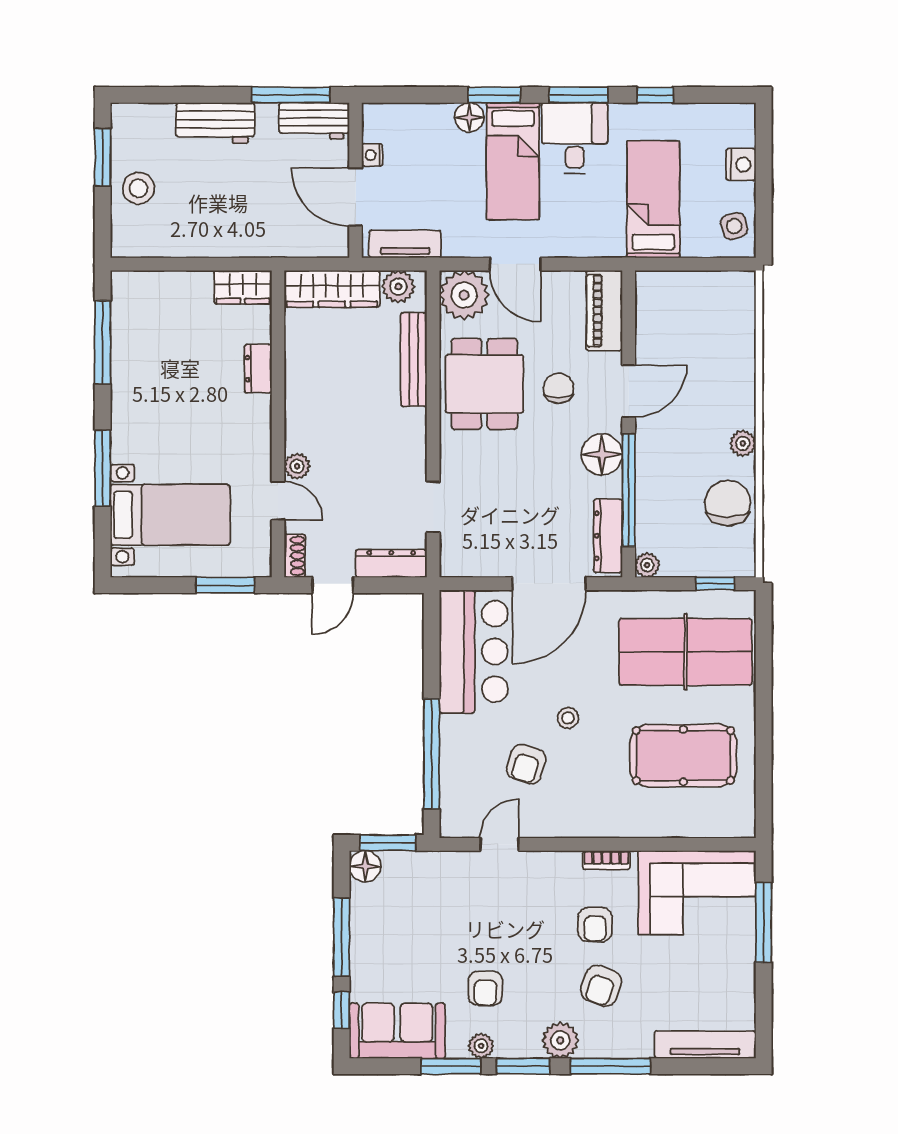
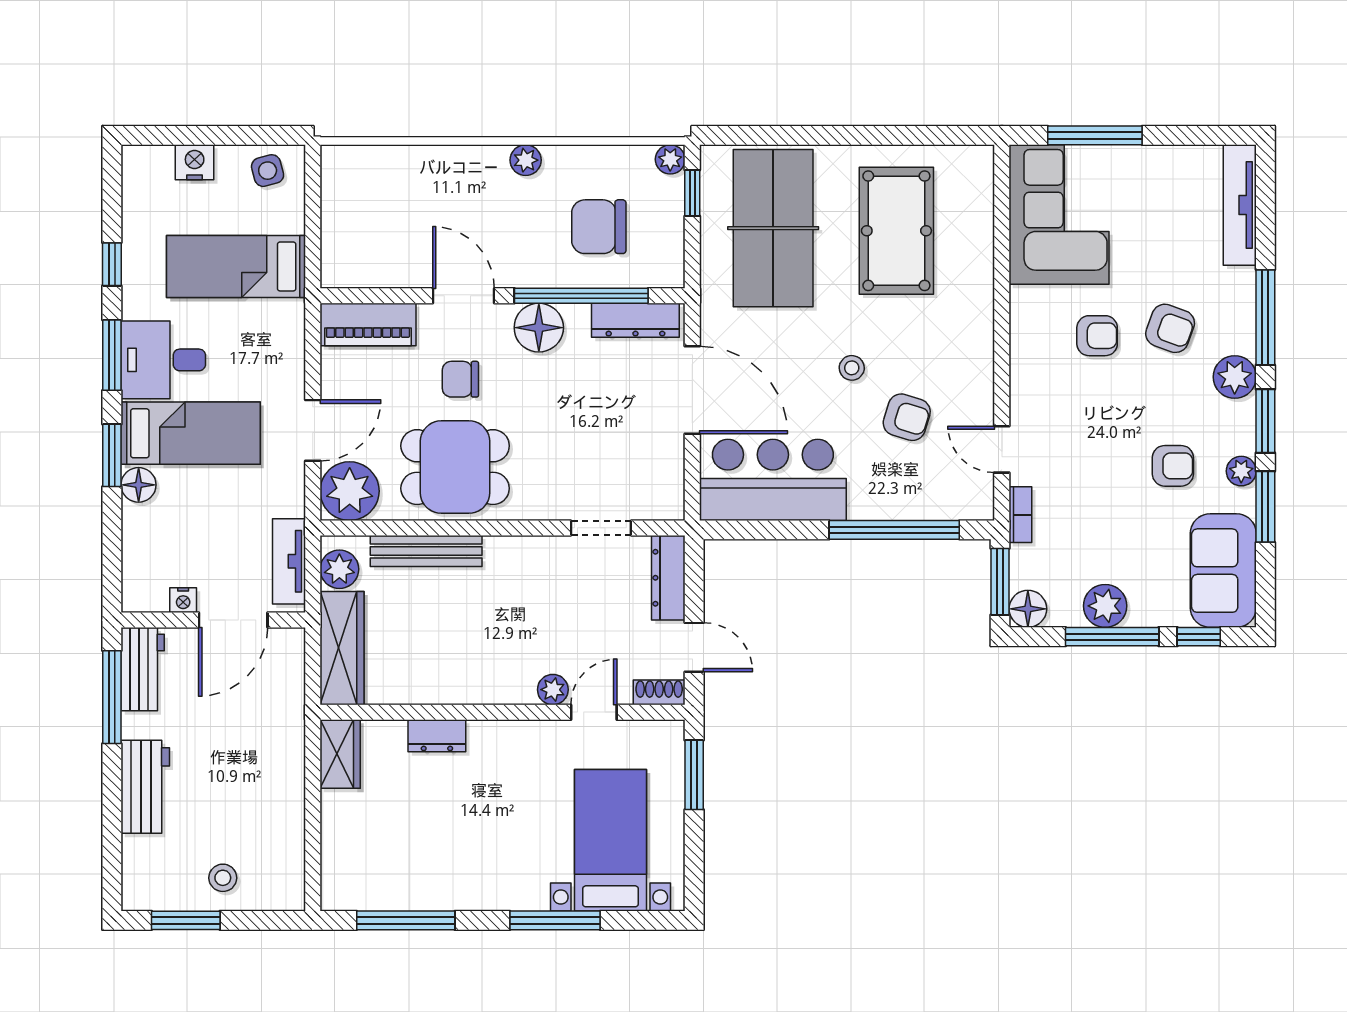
stool: (138, 188) -> (223, 878), width x0.73, depth x0.73
chair: (728, 503) -> (599, 227), moved
plant: (647, 565) -> (670, 159), moved
bookcase: (606, 860) -> (1020, 515), moved
plant: (367, 931) -> (1105, 606), added

